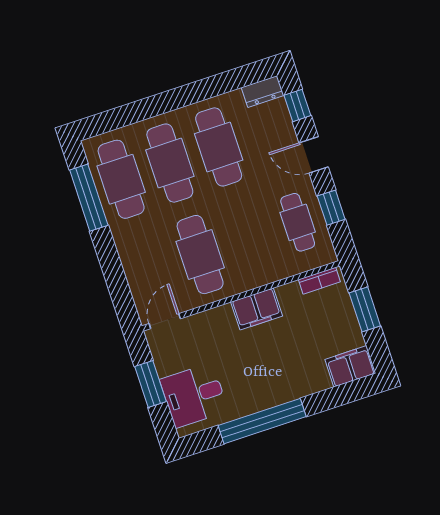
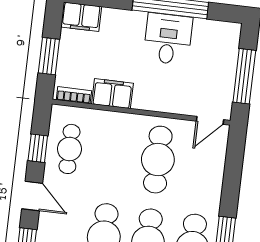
filing cabinet: (257, 309) -> (112, 94), moved
window: (150, 384) -> (244, 76), width x1.44
desk: (194, 395) -> (168, 39), moved, turned -90

